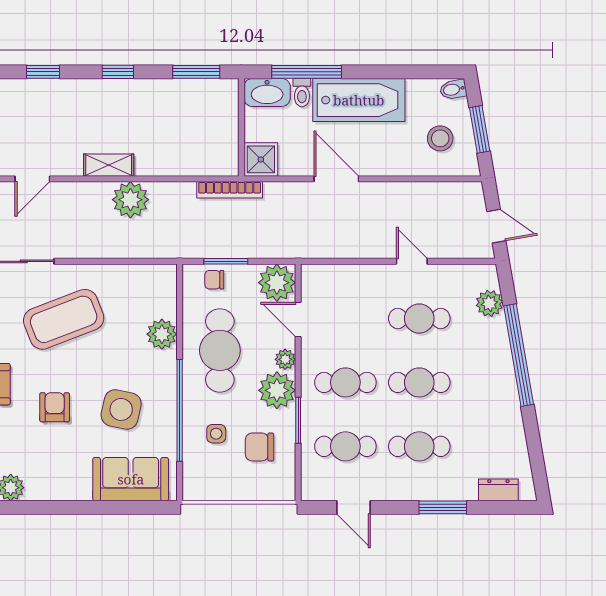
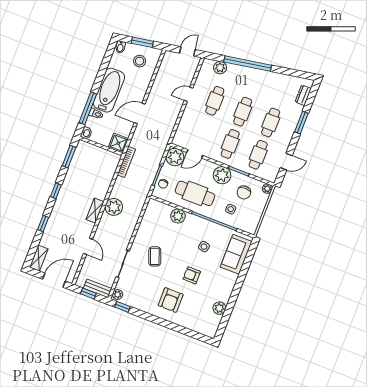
washbasin: (267, 92) -> (86, 133), width x0.52, depth x0.69
coffee table: (64, 319) -> (155, 256), width x0.54, depth x0.58
plant: (285, 359) -> (267, 189), moved
side table: (121, 409) -> (204, 247), width x0.54, depth x0.54

